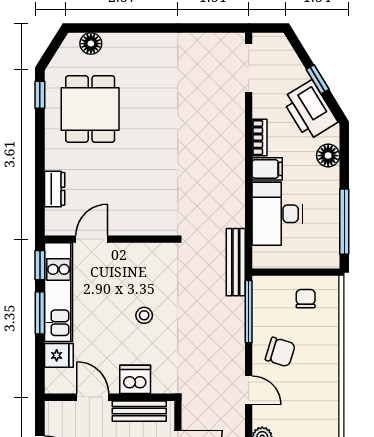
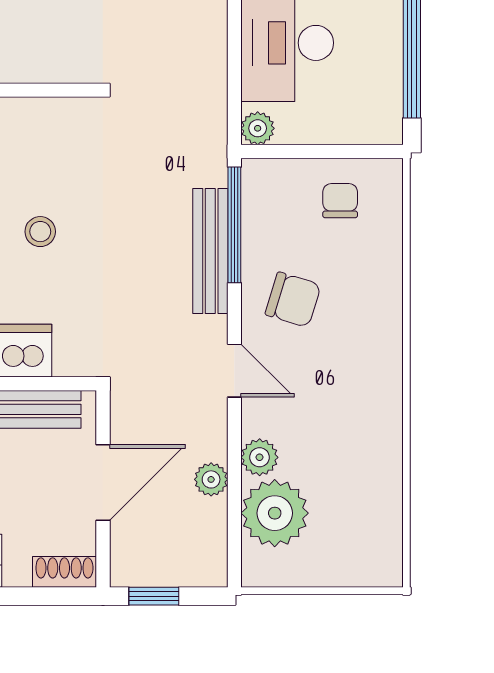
plant: (261, 260) -> (258, 128), added
bench: (236, 262) -> (210, 251), moved

